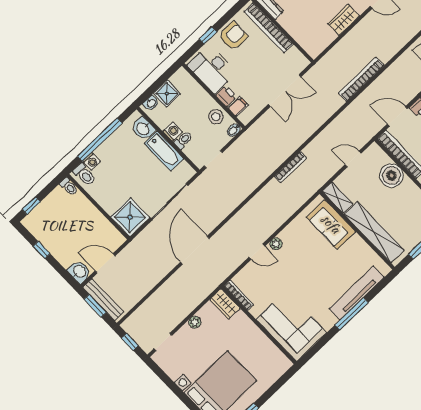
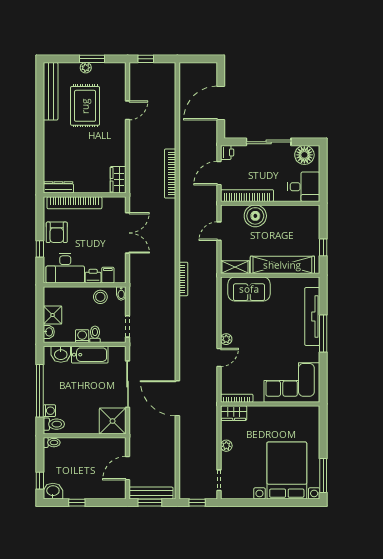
wardrobe: (344, 20) -> (118, 180), moved
armchair: (233, 36) -> (57, 232), turned 180
washbasin: (79, 272) -> (53, 491), moved

